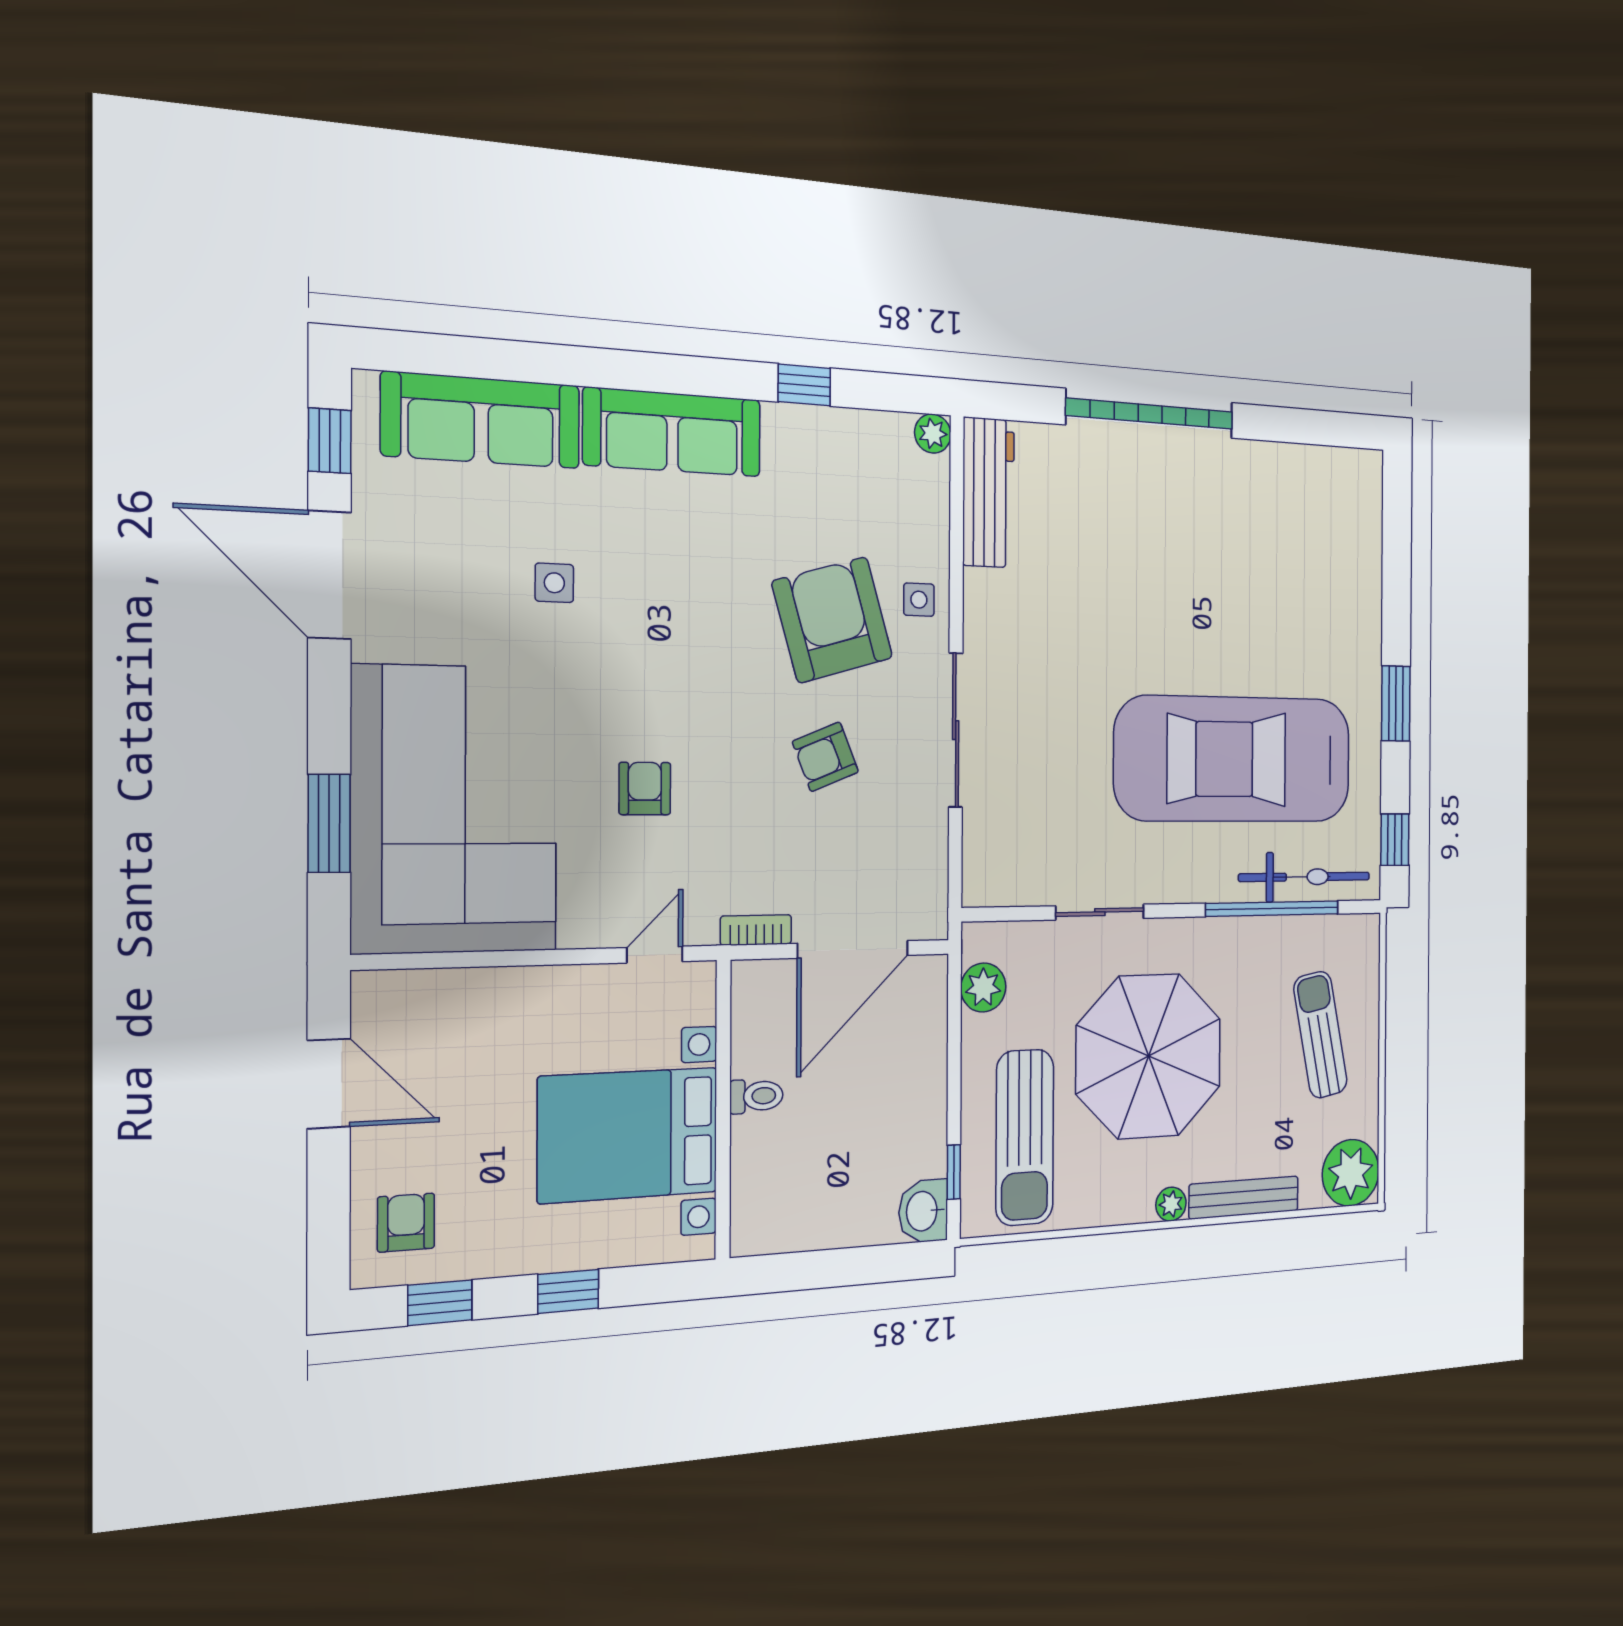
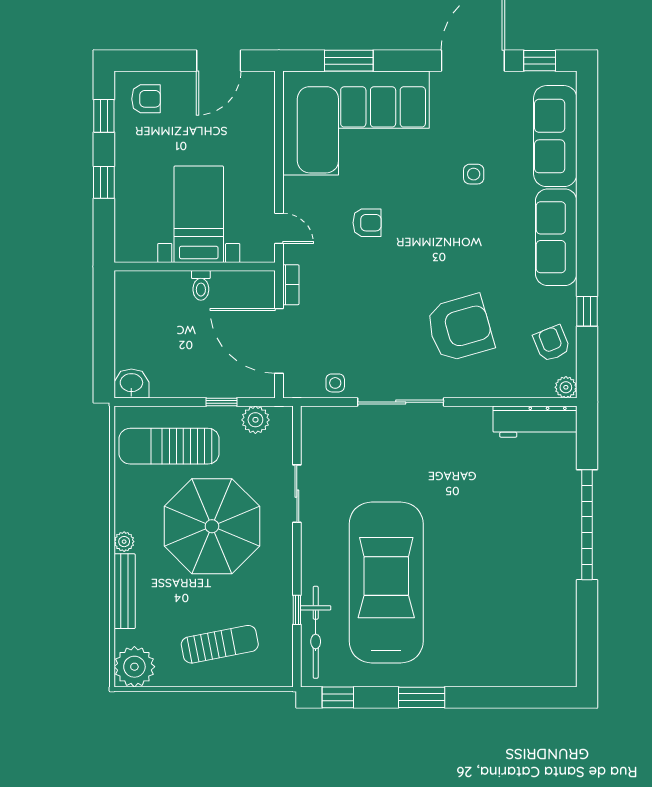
side table: (919, 600) -> (335, 383), moved
armchair: (825, 757) -> (552, 343), moved
window: (1272, 909) -> (297, 610), width x0.32
bed with nightstands: (628, 1135) -> (199, 214), width x0.73
window: (954, 1172) -> (222, 402), moved

